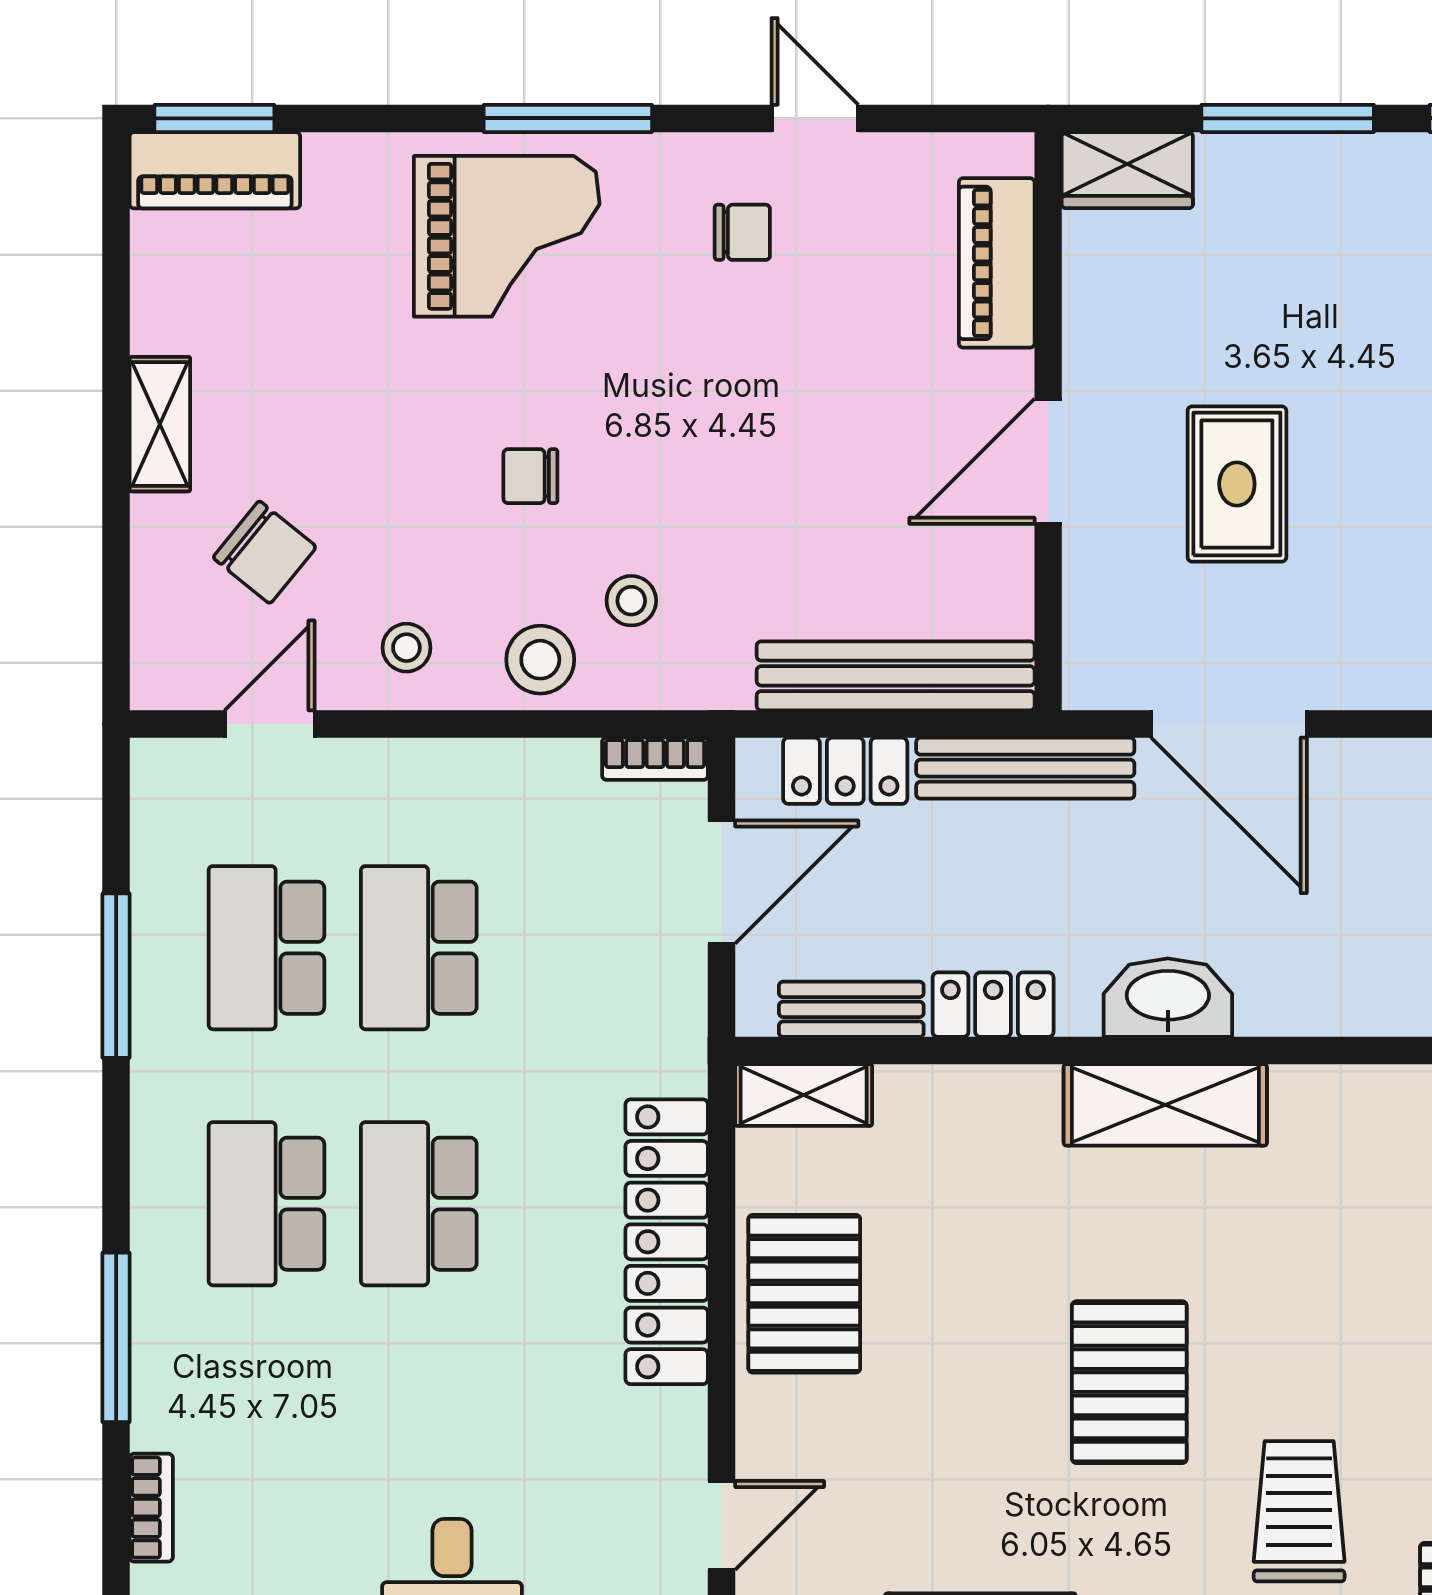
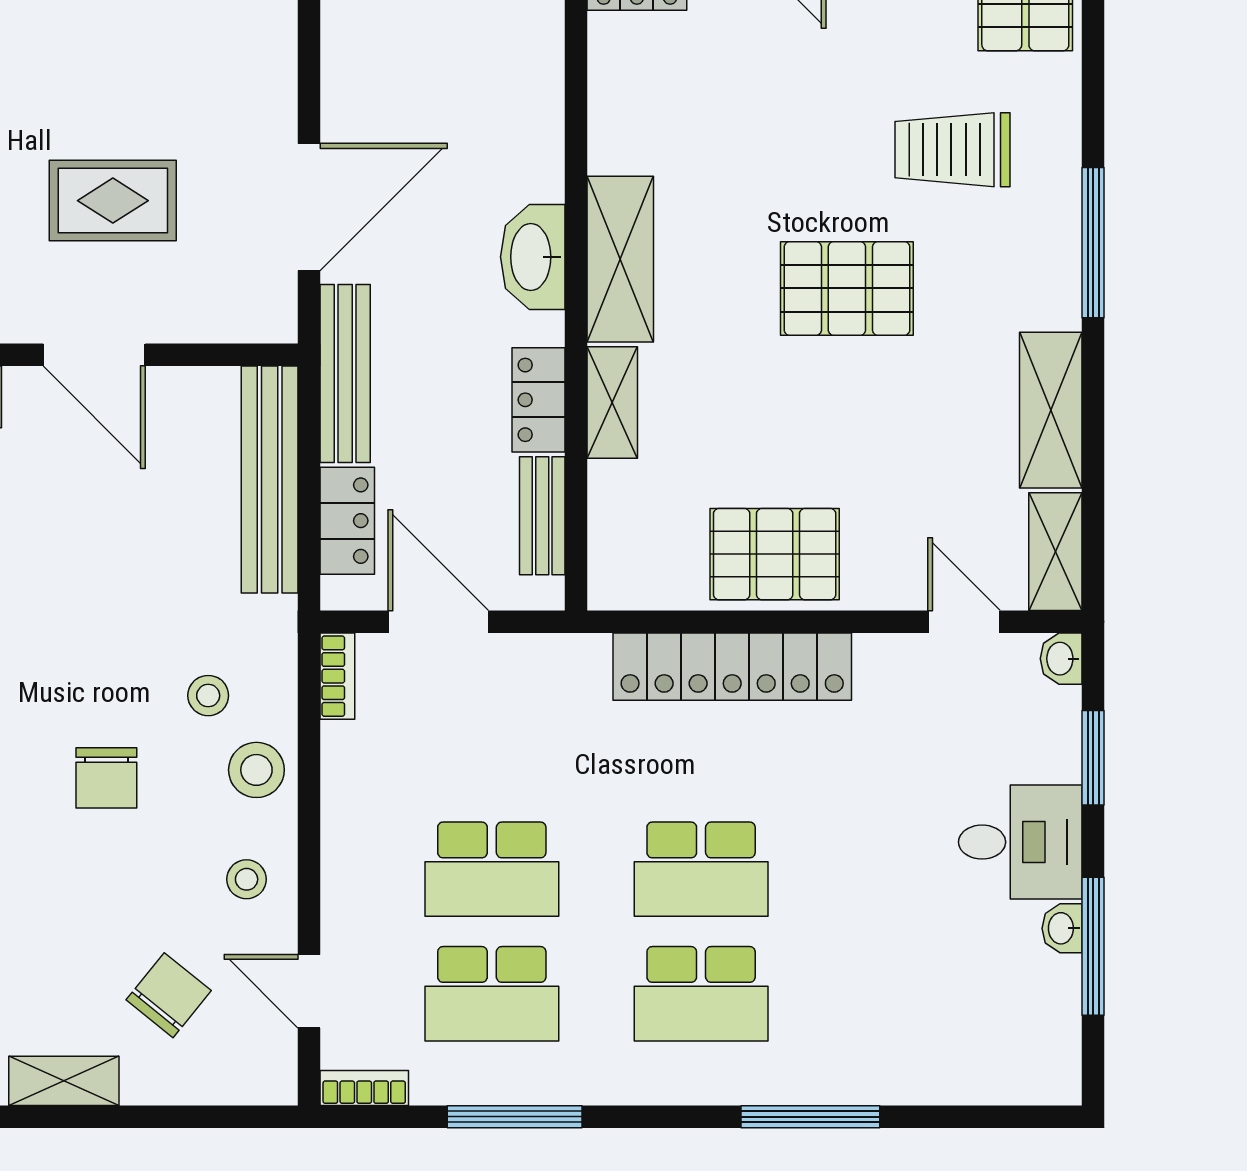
chair: (530, 476) -> (106, 778), width x1.37, depth x1.37
shelving: (804, 1095) -> (612, 403), moved
bookcase: (151, 1508) -> (364, 1088), moved

